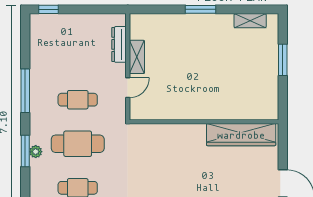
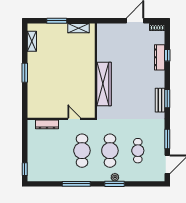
shelving: (137, 57) -> (78, 28), moved
cafe table: (78, 100) -> (82, 151), width x1.37, depth x1.35
wardrobe: (241, 135) -> (104, 84), moved

